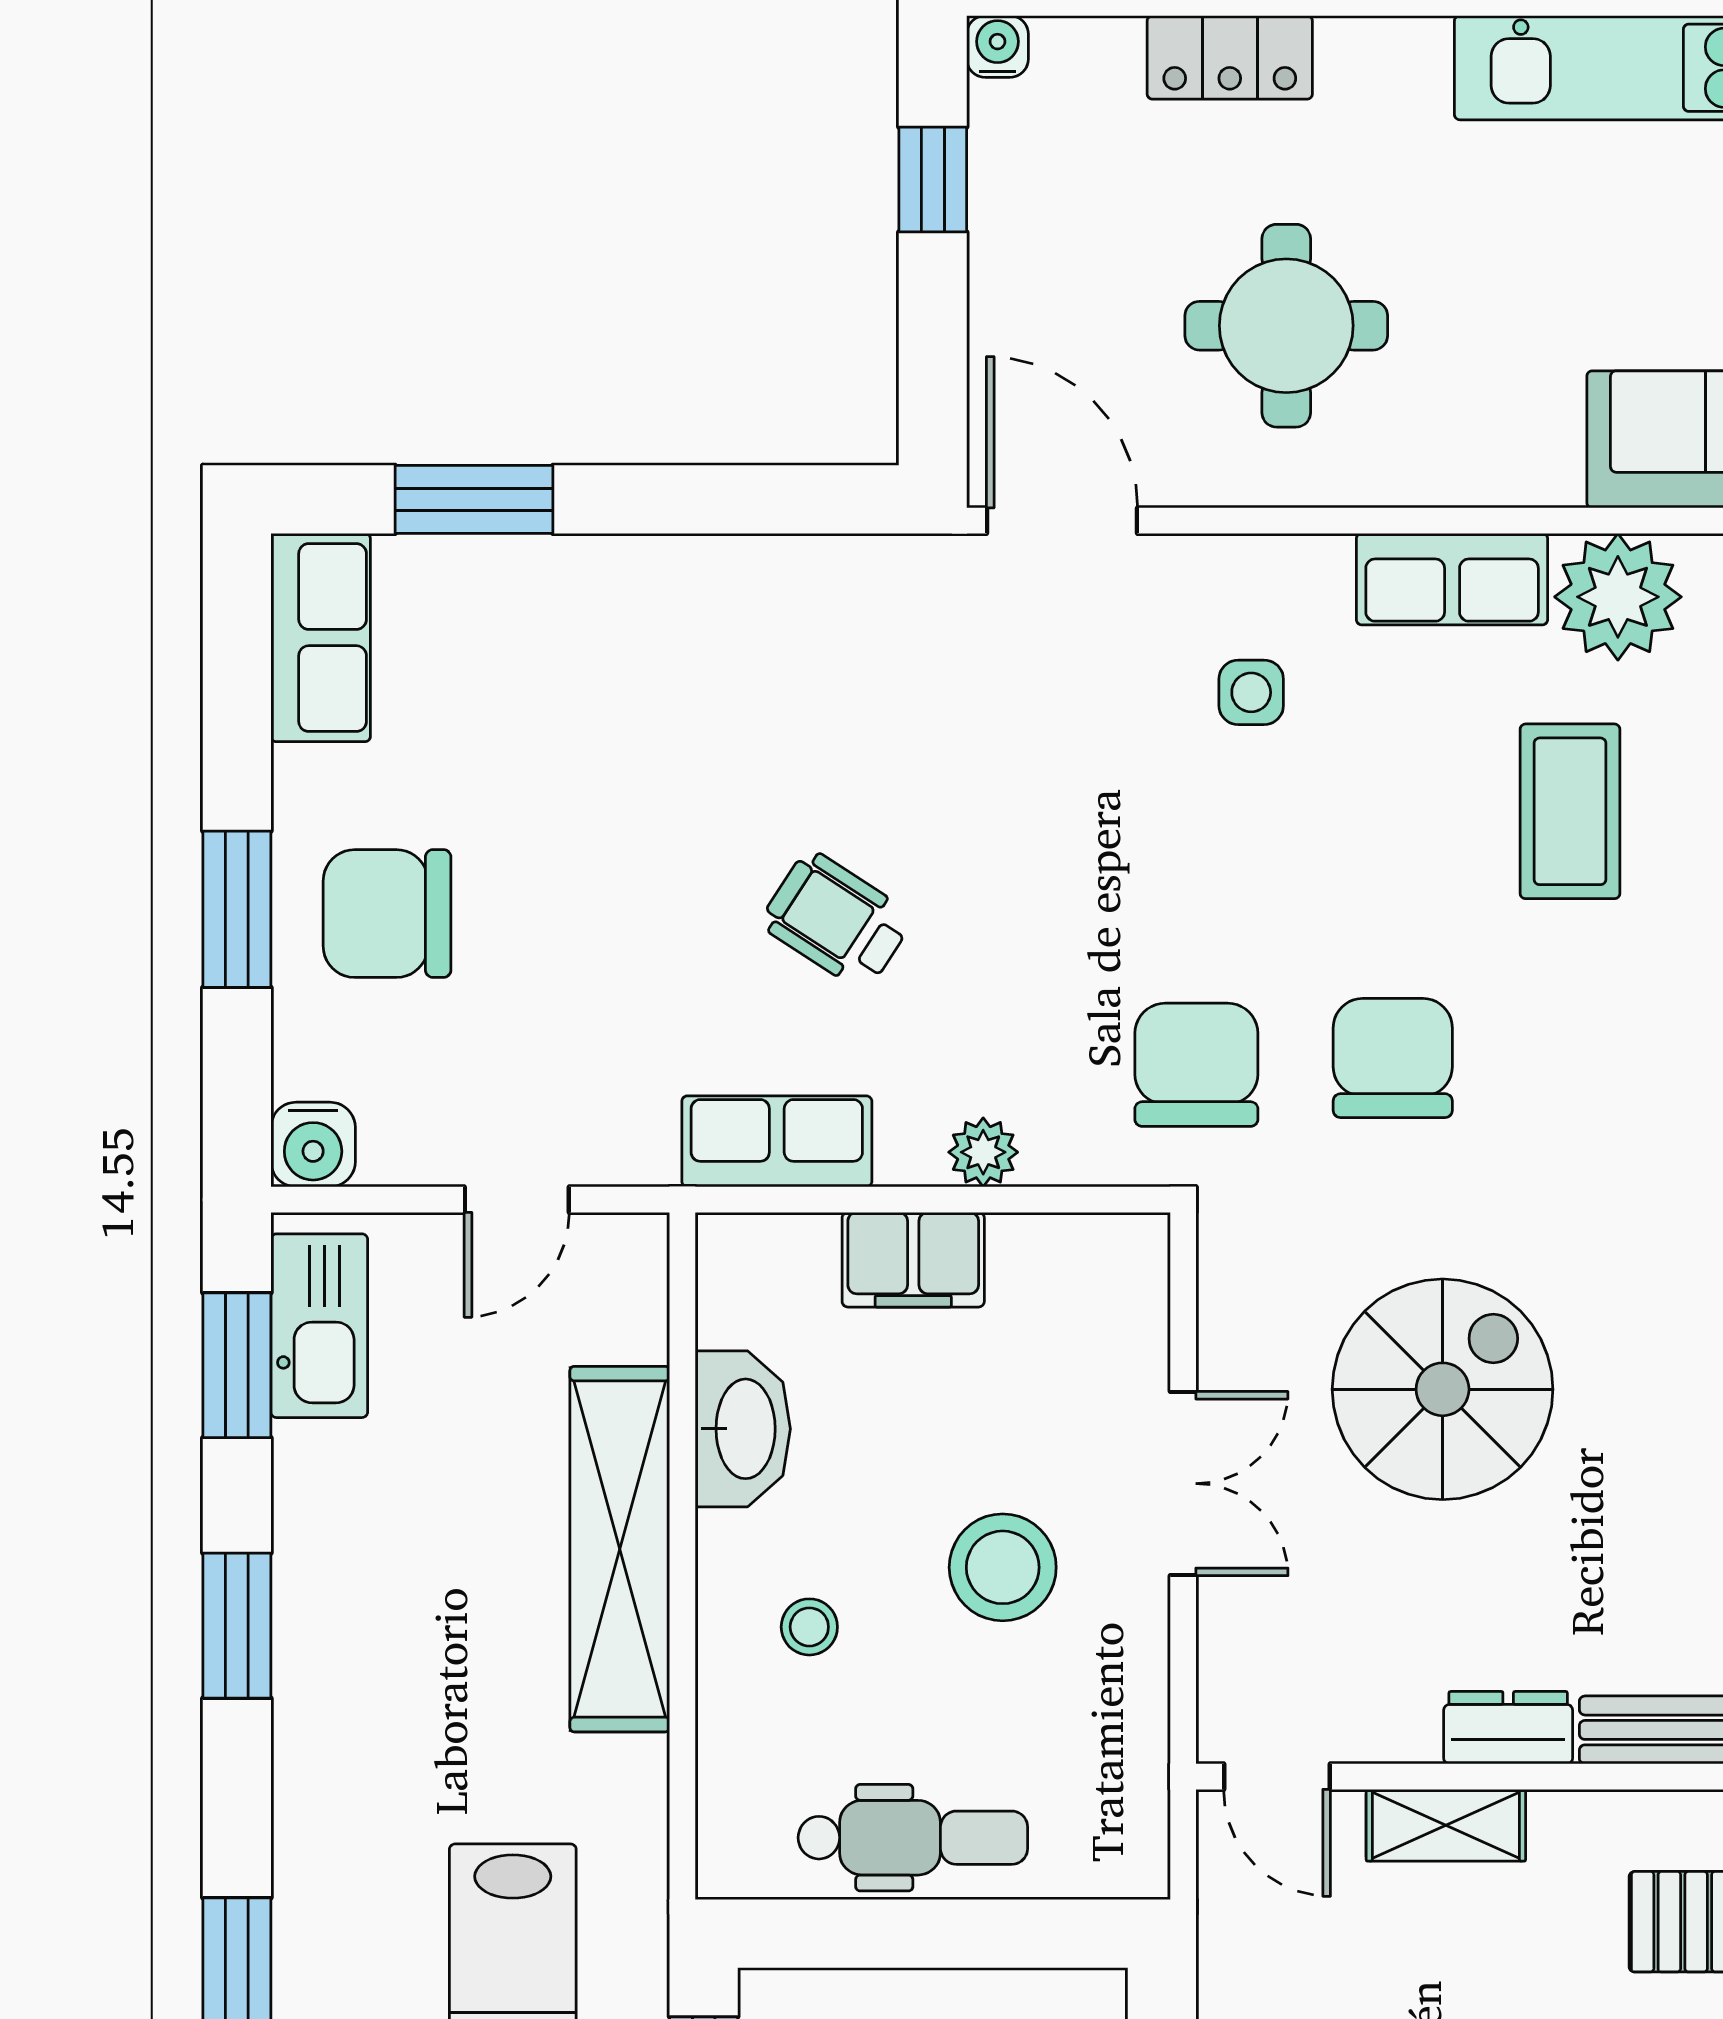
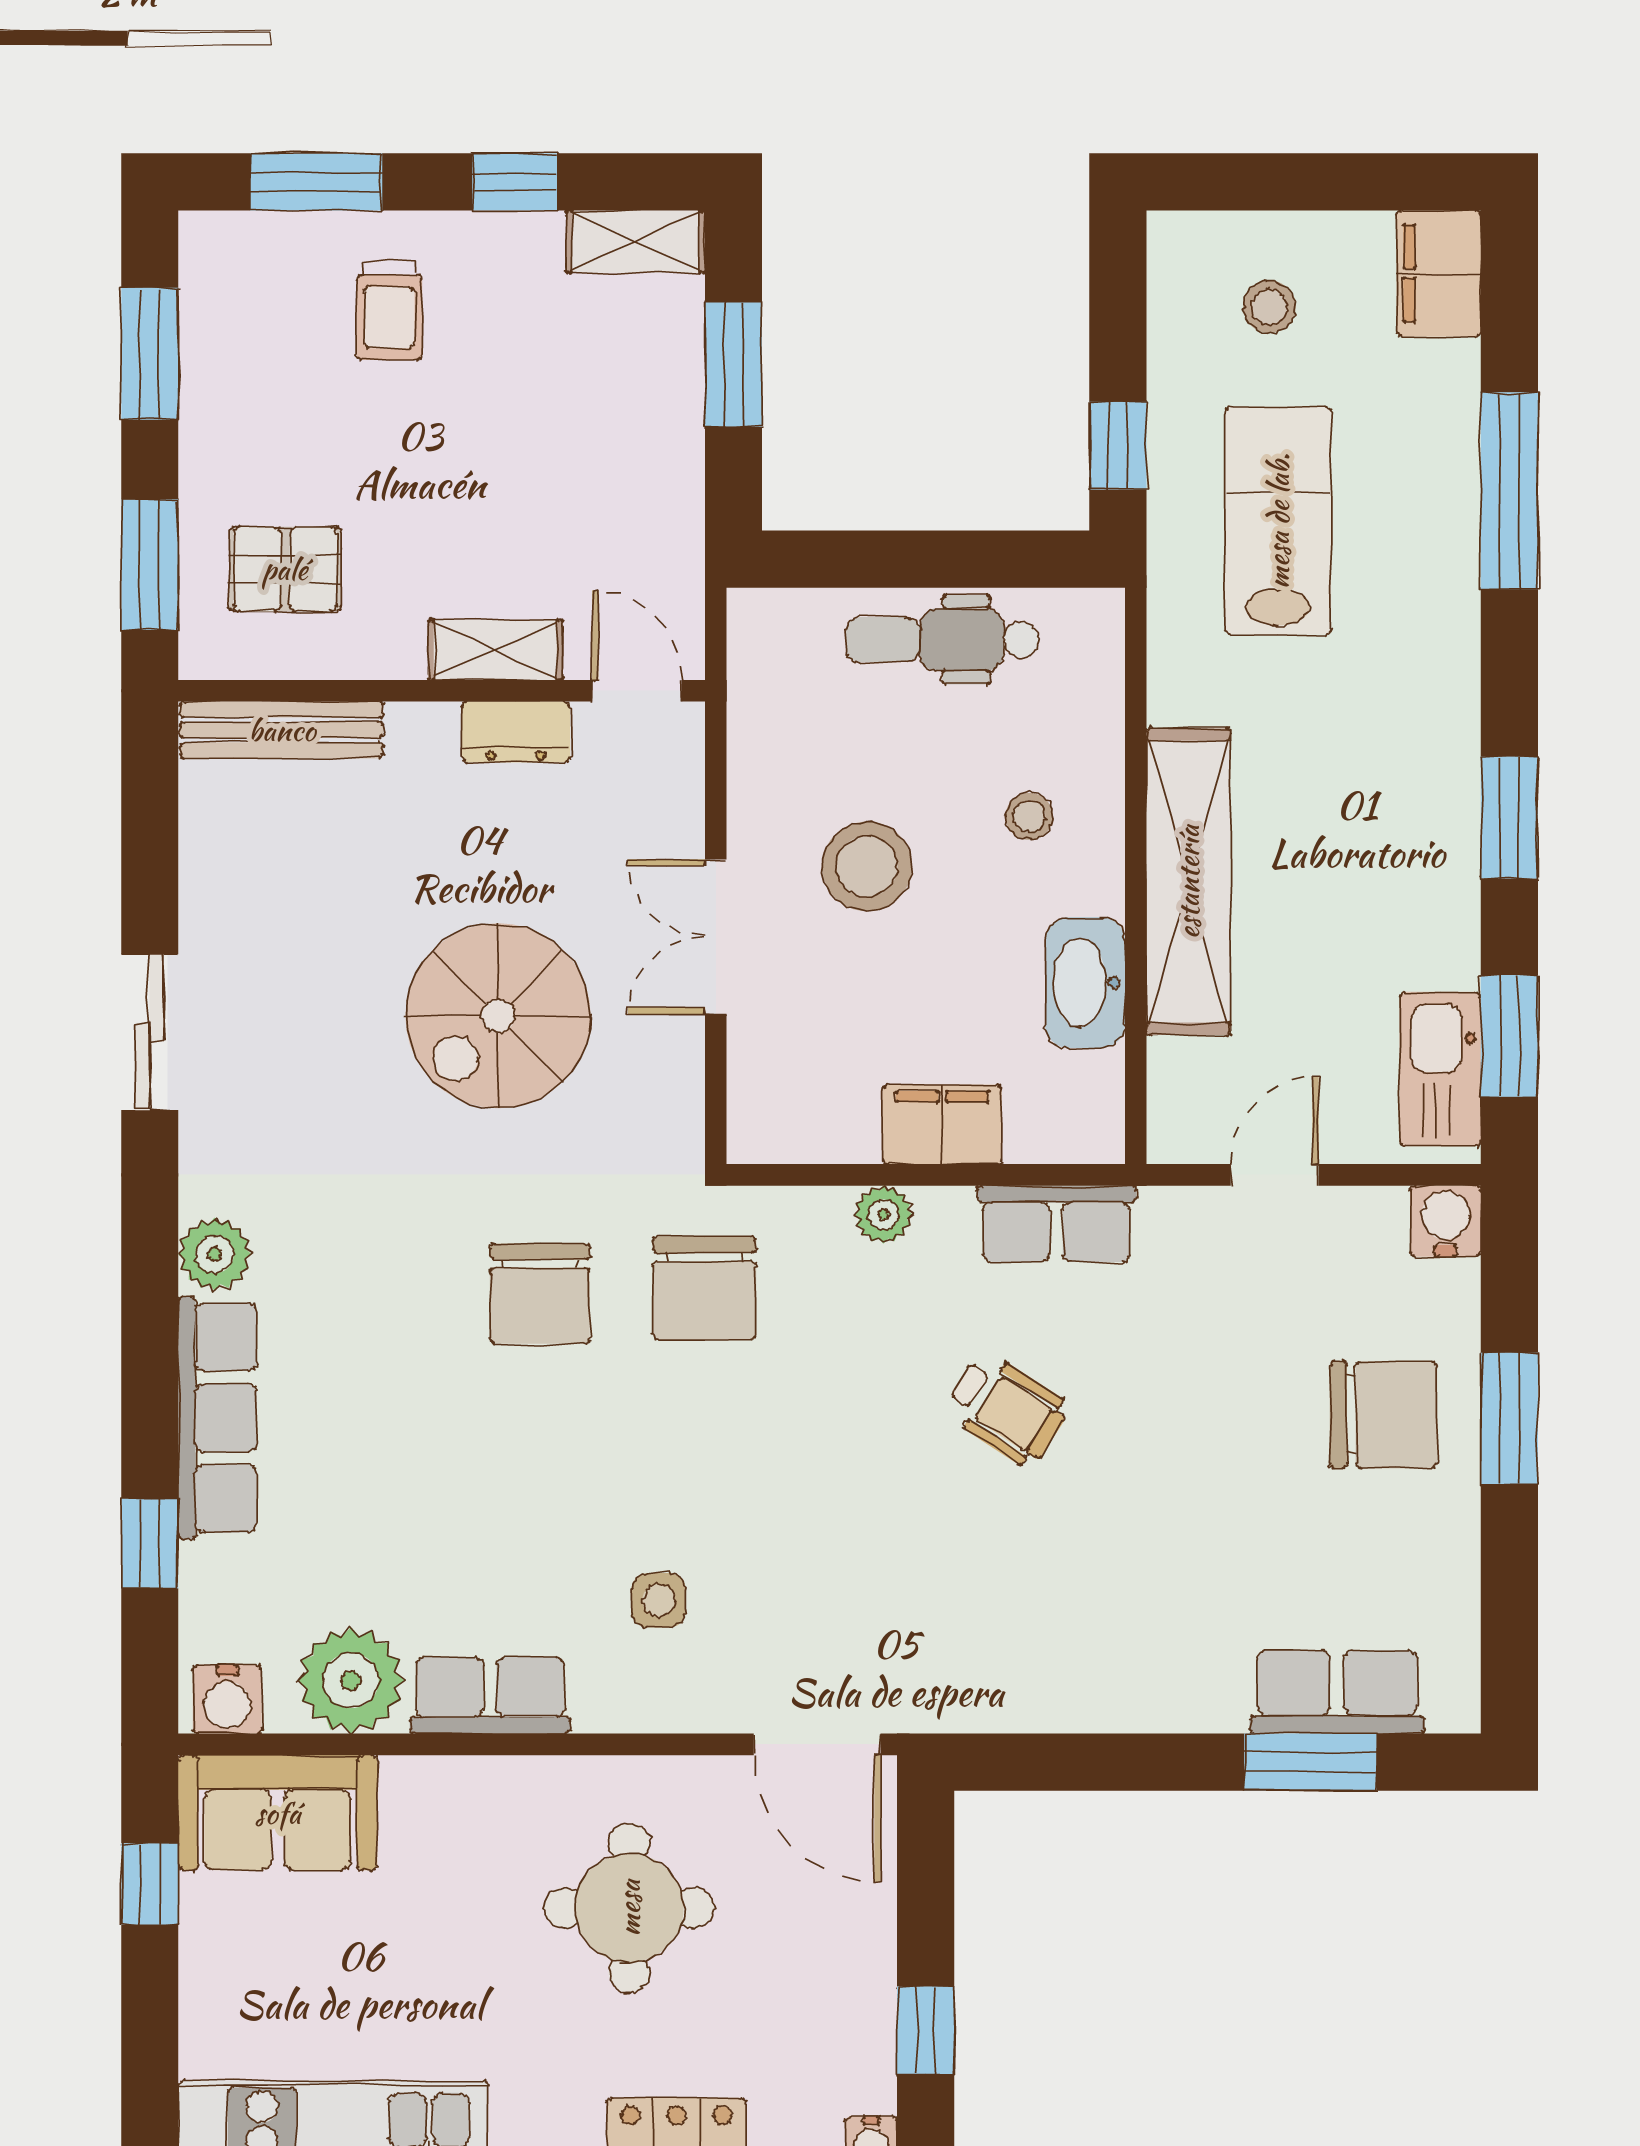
row of seats: (321, 638) -> (1337, 1692), moved, turned 90
coffee table: (1570, 811) -> (391, 1501), removed
dresser: (1508, 1728) -> (516, 732), moved

